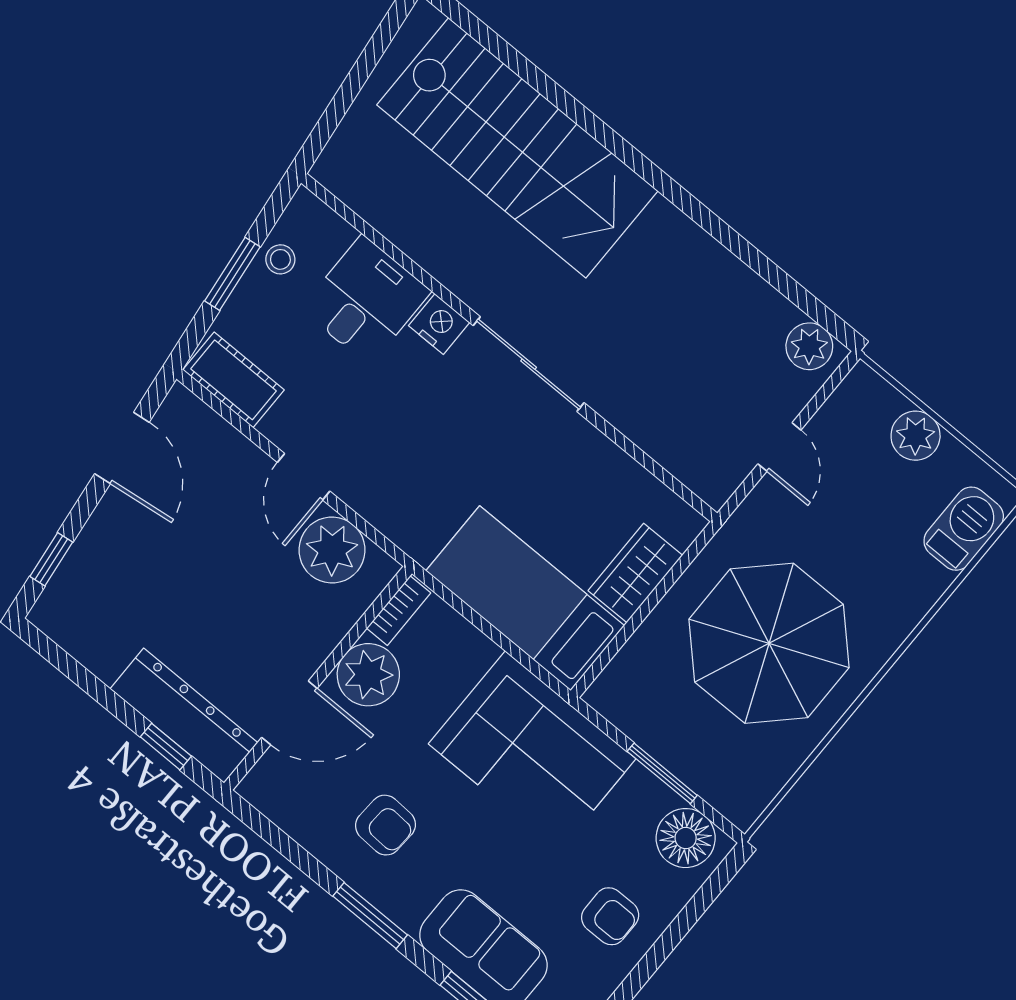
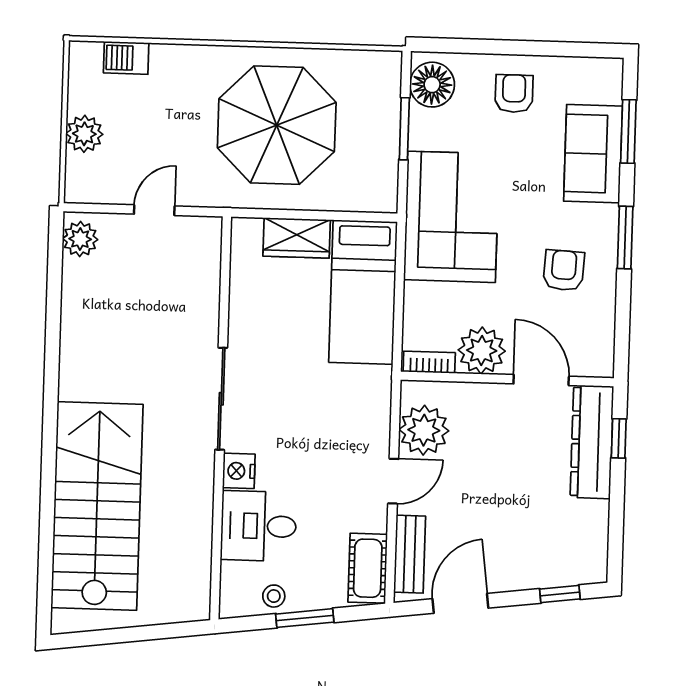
bench: (214, 435) -> (410, 554), added
barbecue: (964, 529) -> (126, 58), width x0.73, depth x0.79

